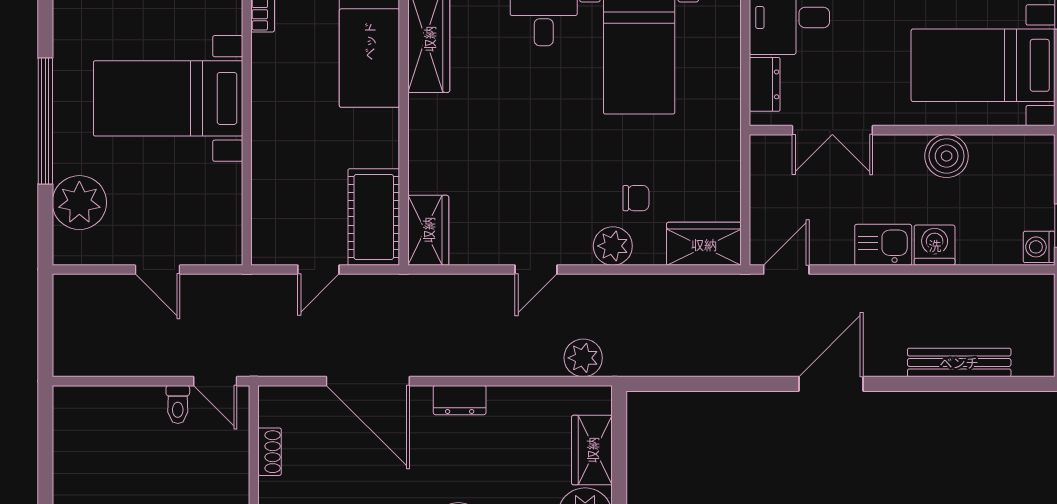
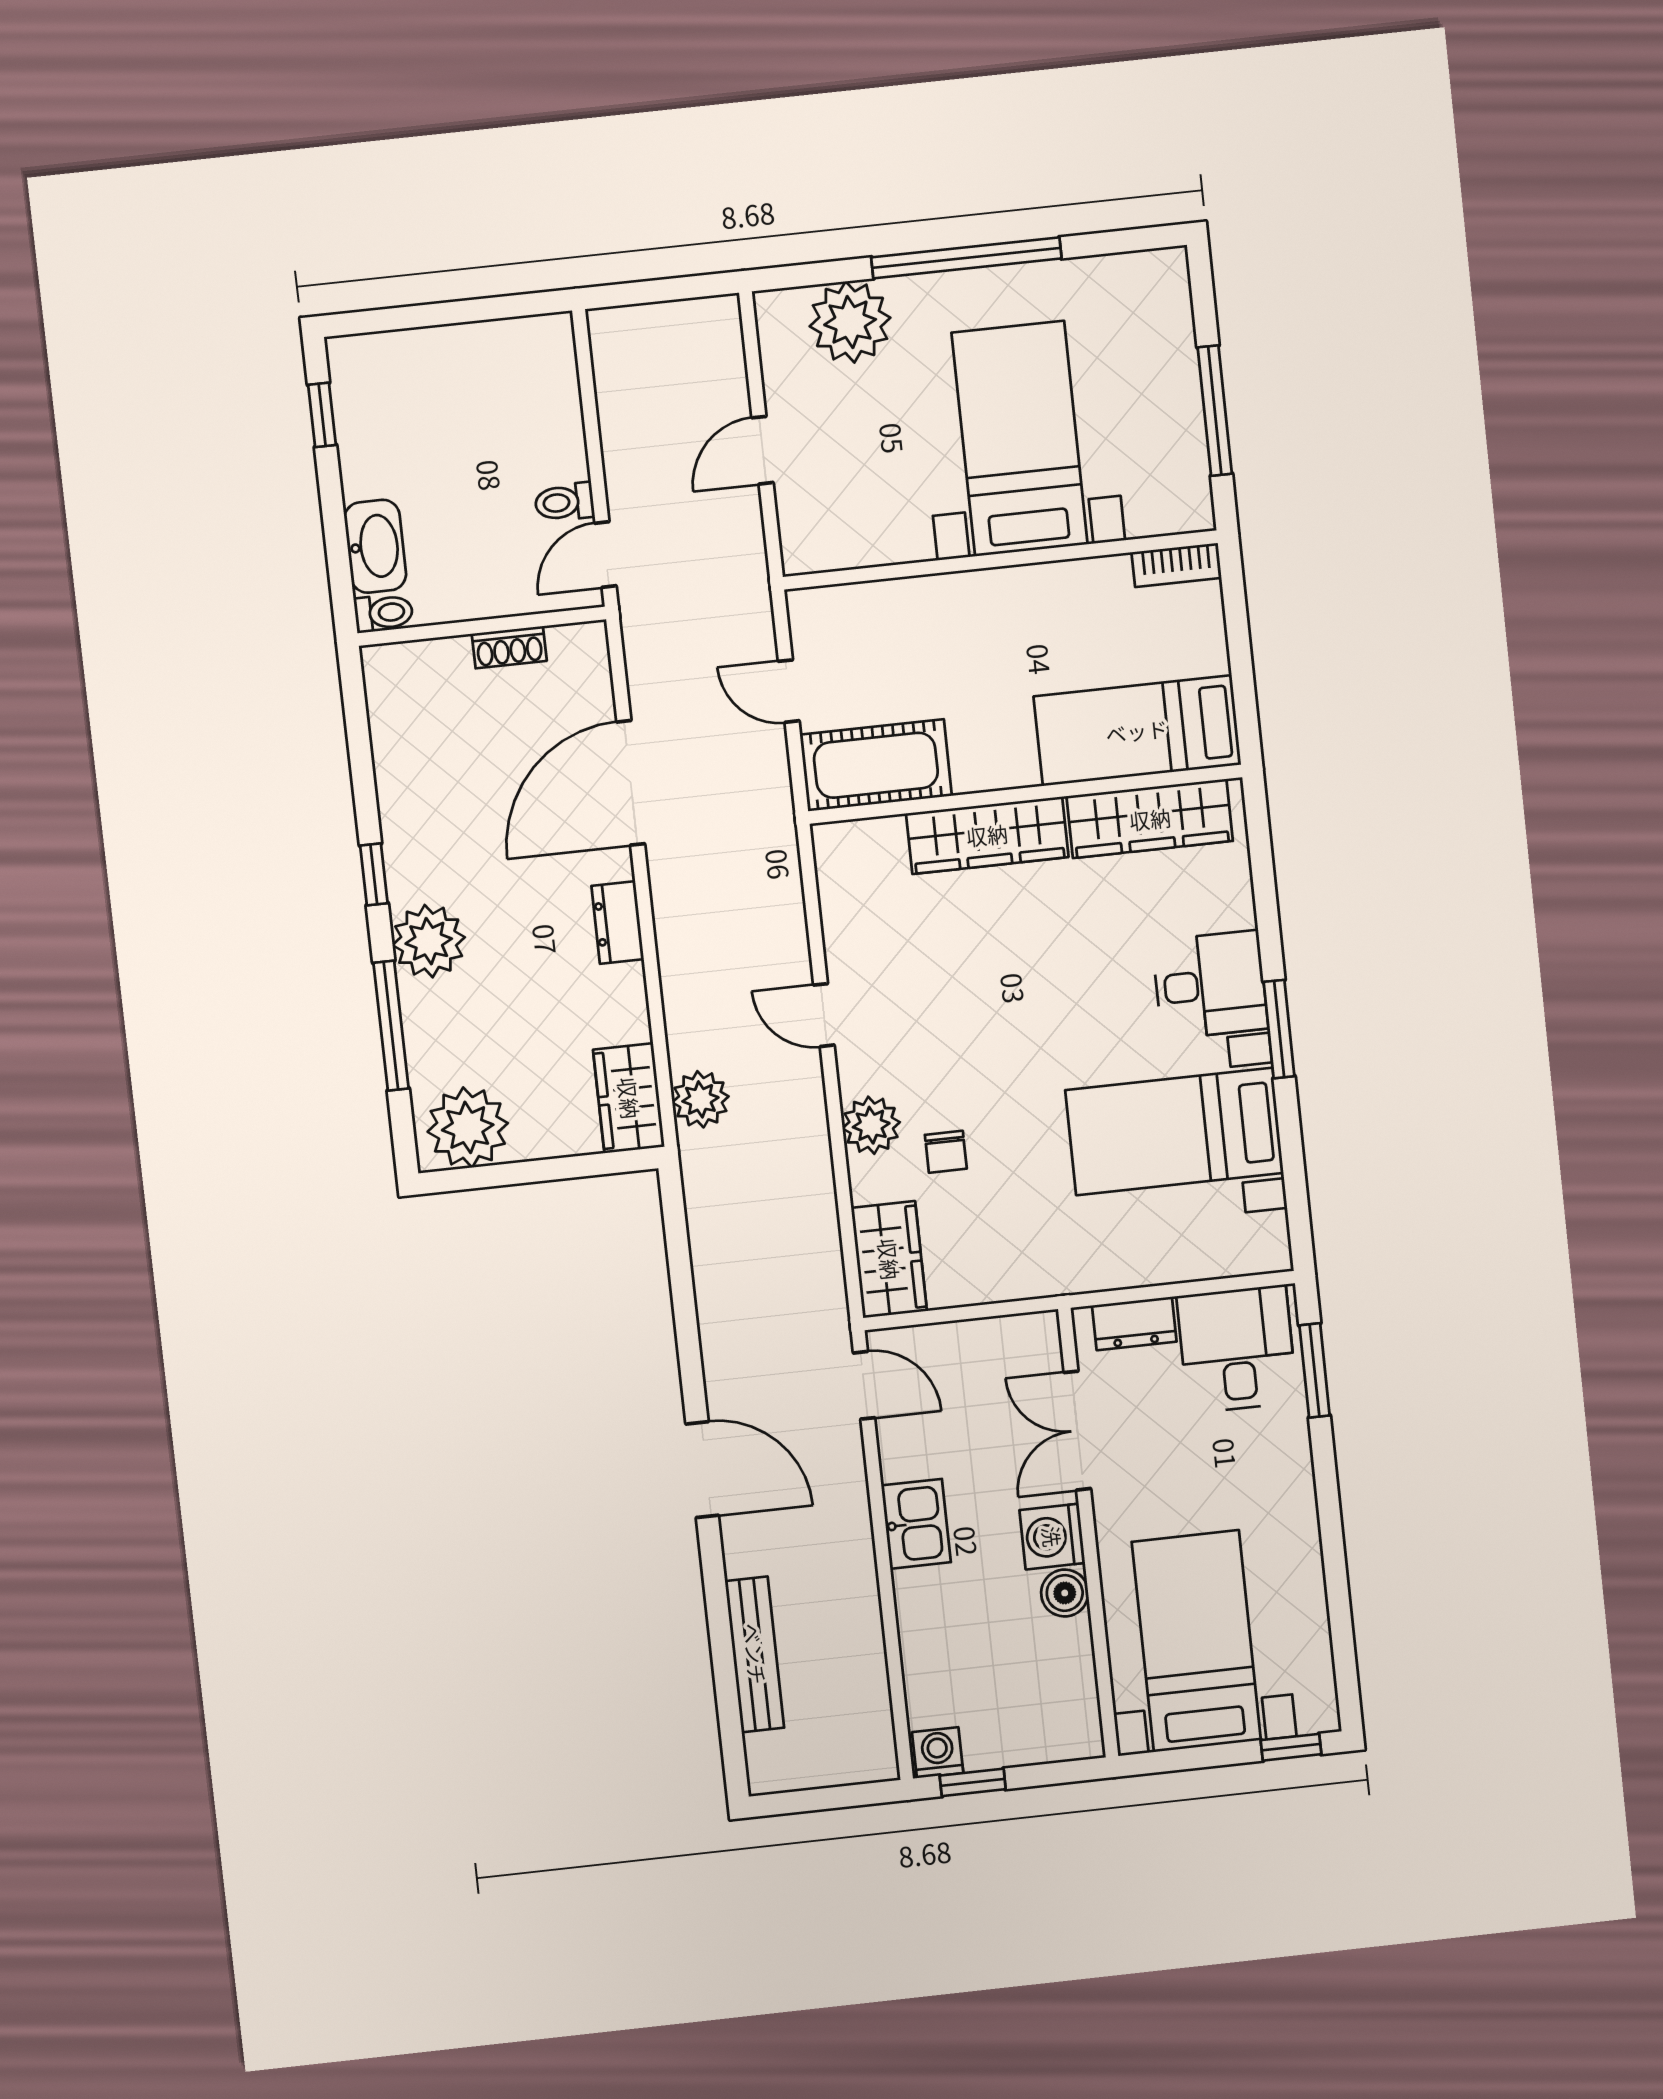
boiler: (947, 156) -> (1065, 1593), width x0.73, depth x0.73
wardrobe: (428, 230) -> (987, 835), moved, width x1.50
washing machine: (935, 245) -> (1052, 1537), moved, turned 180
wardrobe: (592, 450) -> (629, 1098), moved, turned -90

